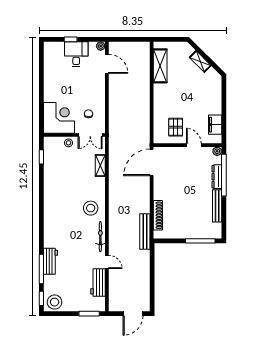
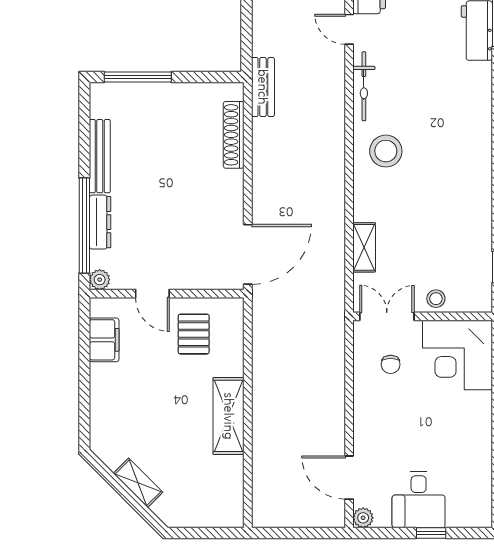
shelving: (160, 66) -> (229, 416), moved
bench: (145, 232) -> (263, 87), width x0.73

